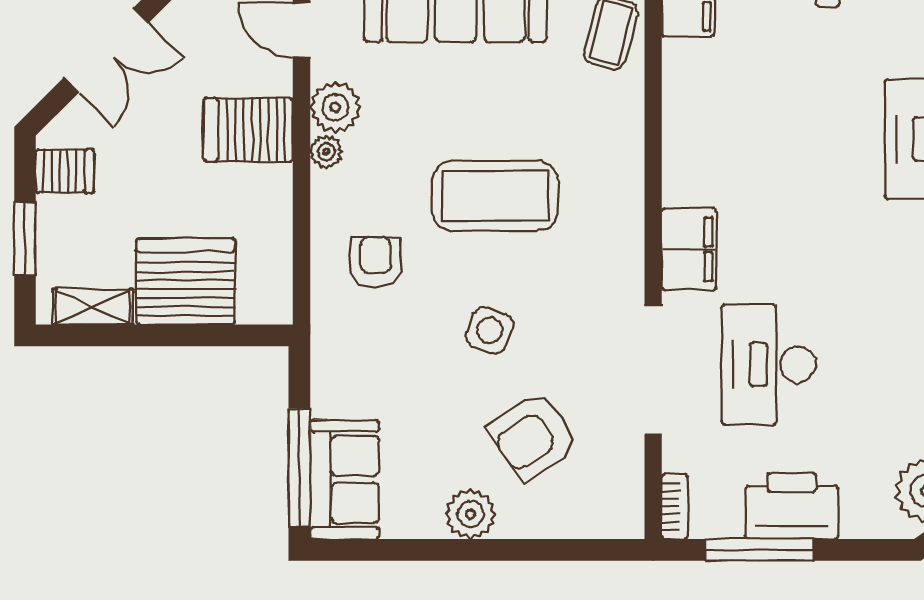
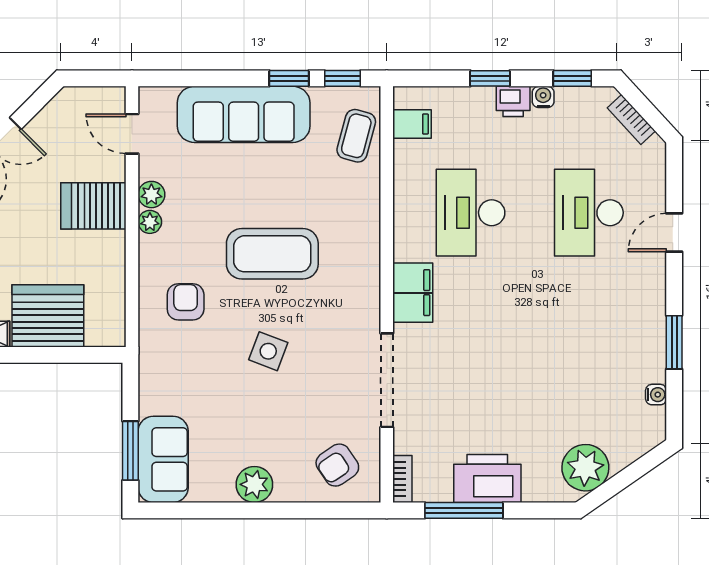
plant: (335, 107) -> (151, 195), width x0.73, depth x0.73
desk: (769, 365) -> (471, 213), moved
armchair: (533, 436) -> (337, 465), moved, width x0.72, depth x0.72
window: (299, 468) -> (130, 451), width x0.69

